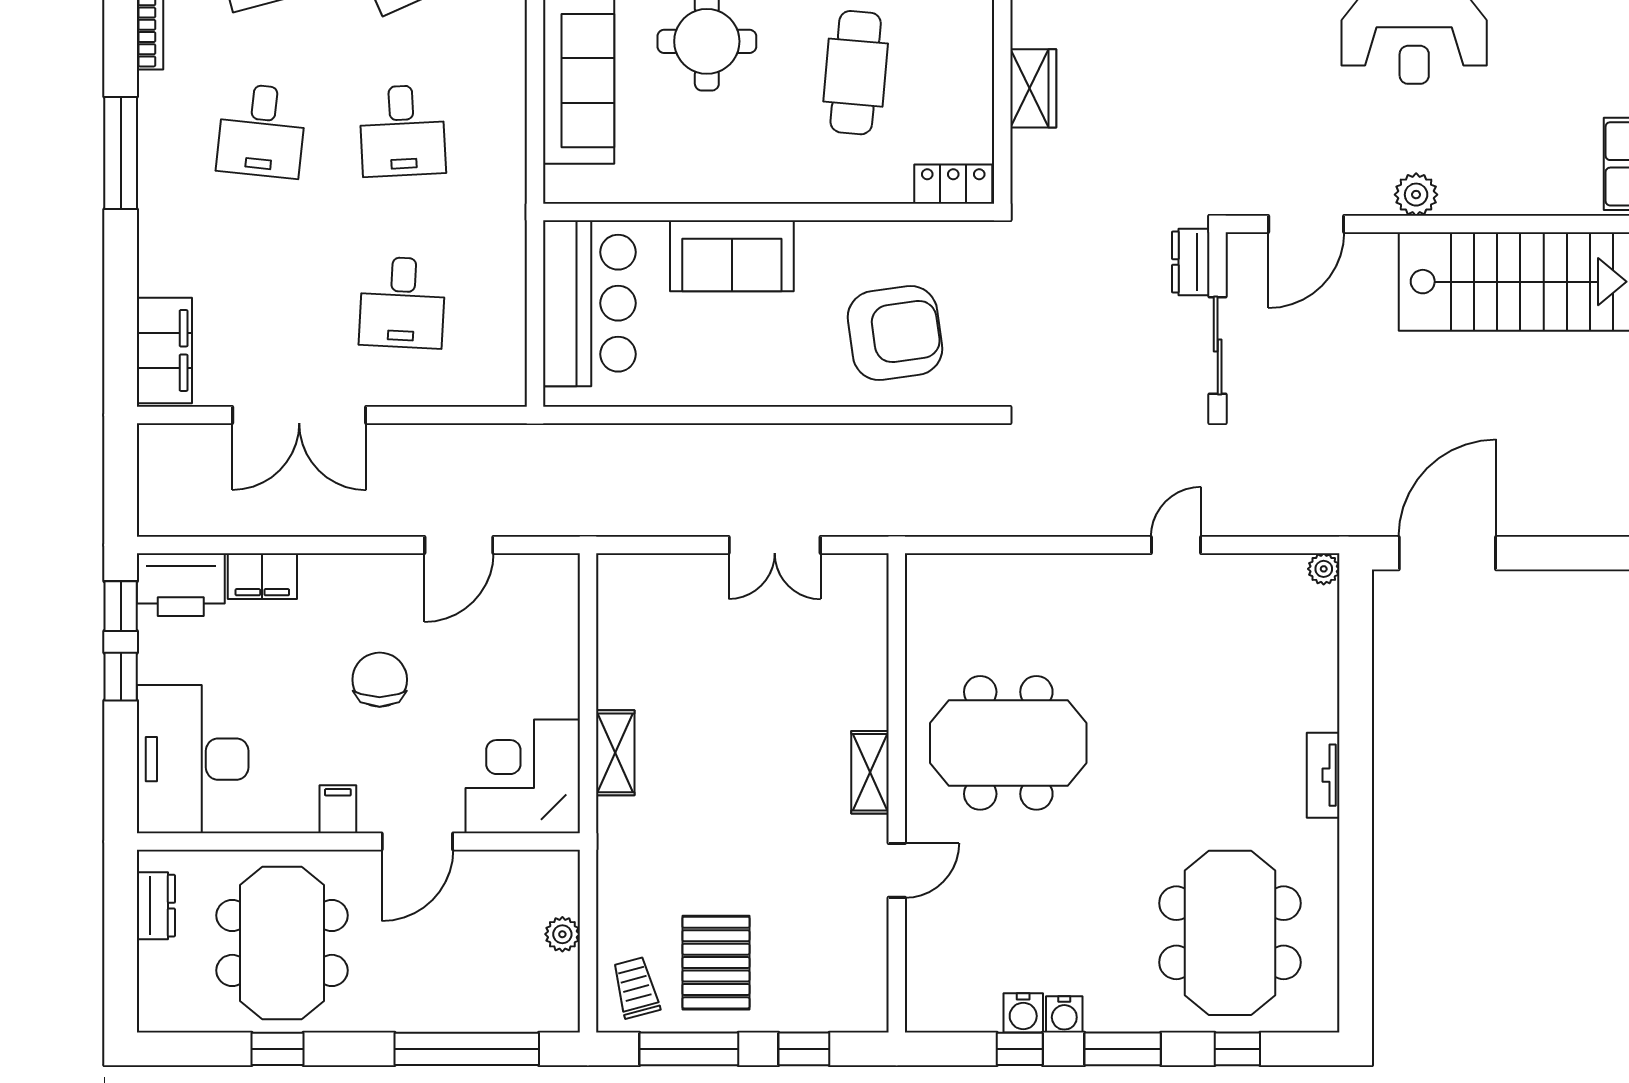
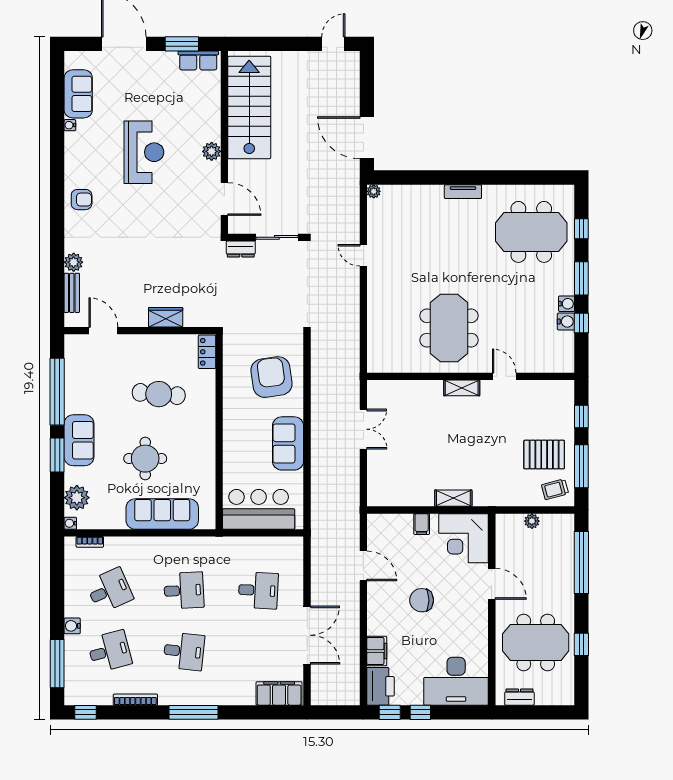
sofa: (732, 256) -> (288, 443), moved, turned 180
filing cabinet: (338, 809) -> (422, 524), moved, turned -90

